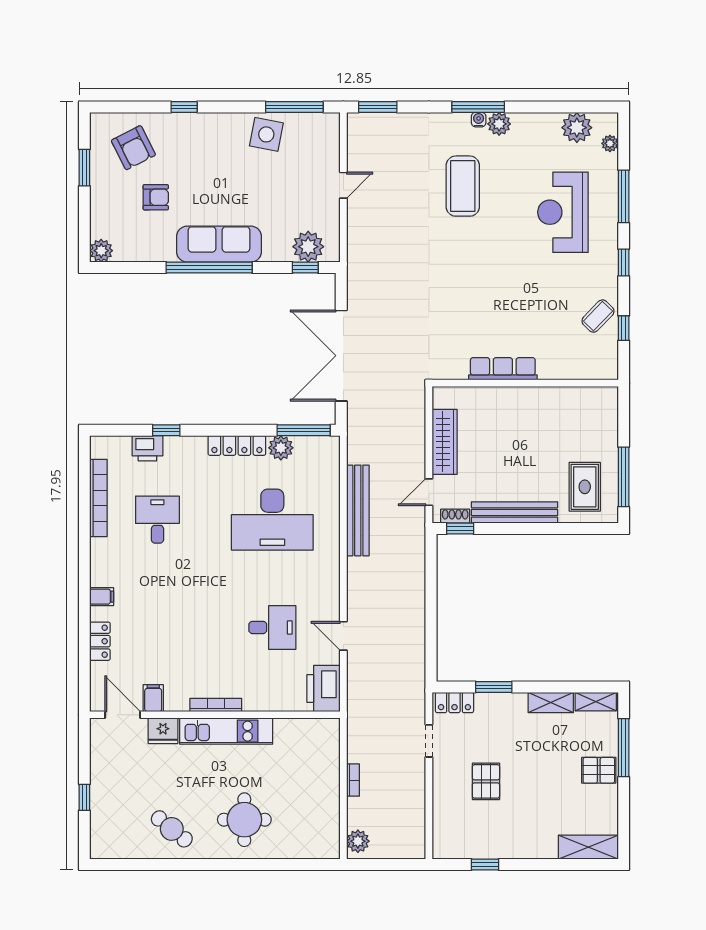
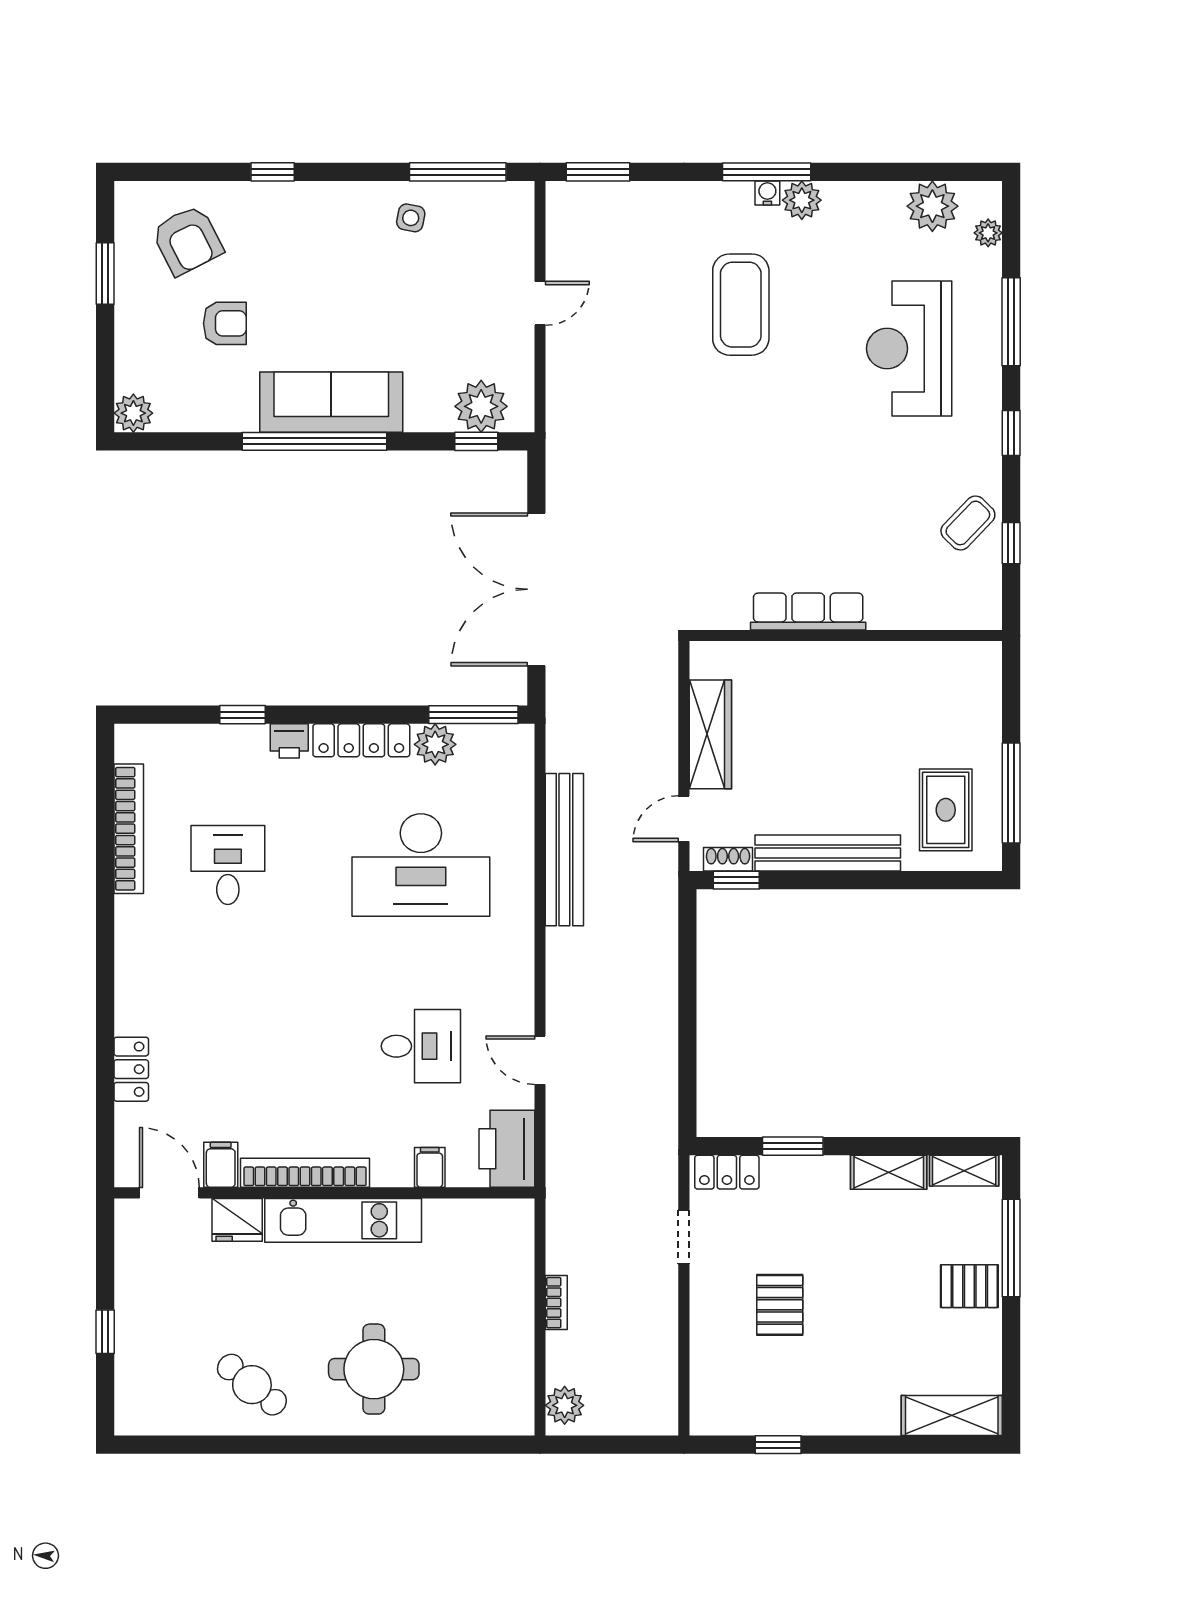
side table: (266, 134) -> (411, 218), width x0.54, depth x0.54
printer: (147, 448) -> (289, 741), moved, width x0.73, depth x0.81
filing cabinet: (102, 597) -> (430, 1167), moved, turned -90
bookcase: (216, 705) -> (305, 1173), width x1.48, depth x1.31

